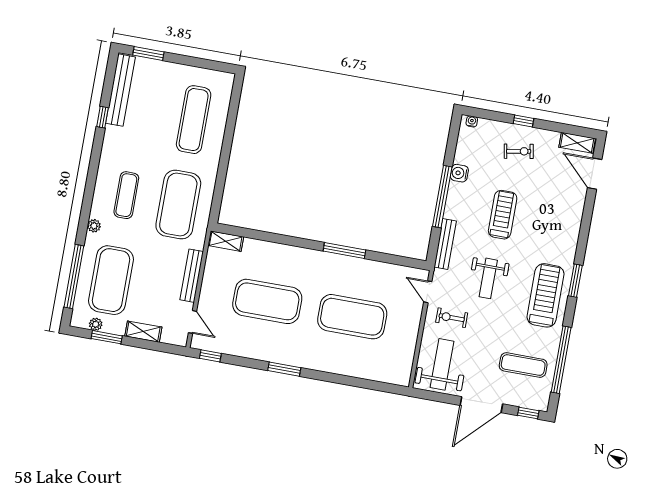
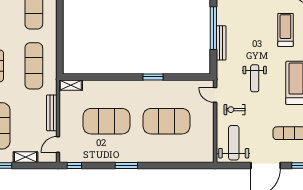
water cooler: (459, 173) -> (222, 10), removed
exercise mat: (178, 205) -> (34, 66), width x0.68
treadmill: (503, 215) -> (285, 30), moved
bench: (445, 244) -> (221, 43), moved
window: (344, 251) -> (153, 77), width x0.69
door: (192, 322) -> (58, 144), swing flipped

